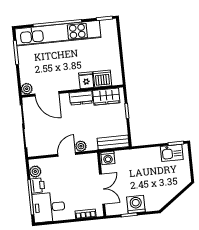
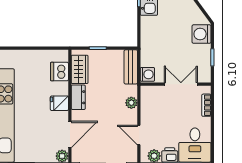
fridge: (86, 80) -> (59, 103), moved
door: (67, 154) -> (139, 135), moved
washing machine: (136, 204) -> (202, 34), moved

